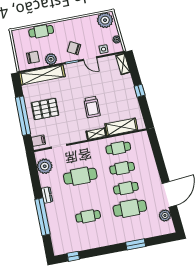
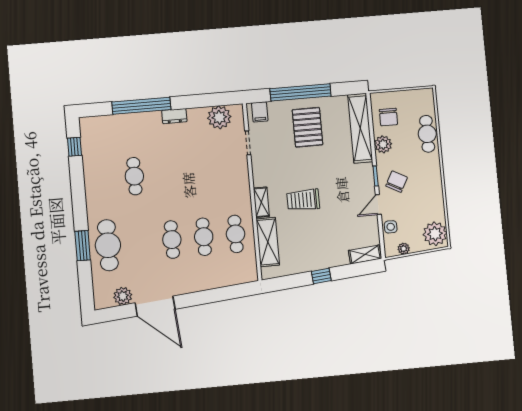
cafe table: (80, 176) -> (198, 171), removed
cafe table: (130, 208) -> (108, 245), moved

